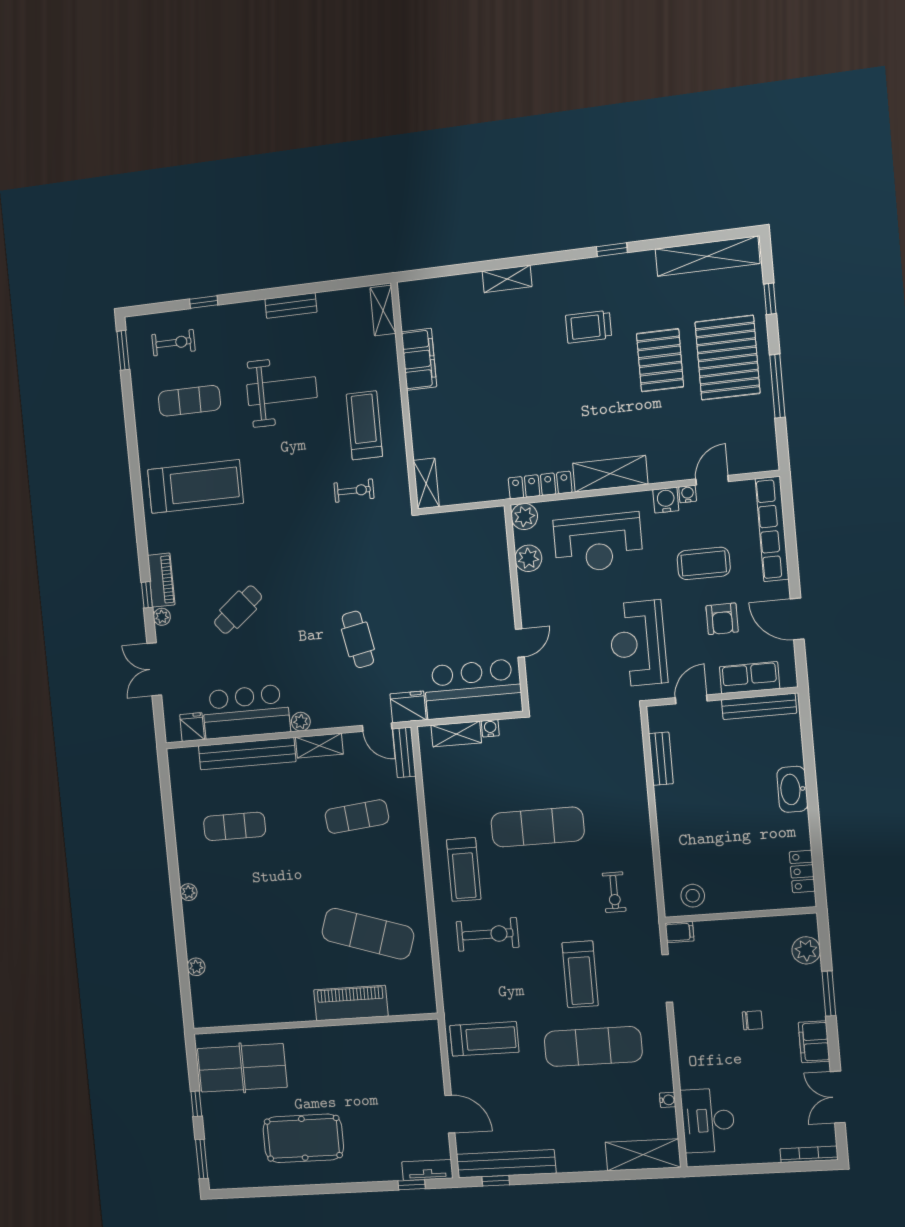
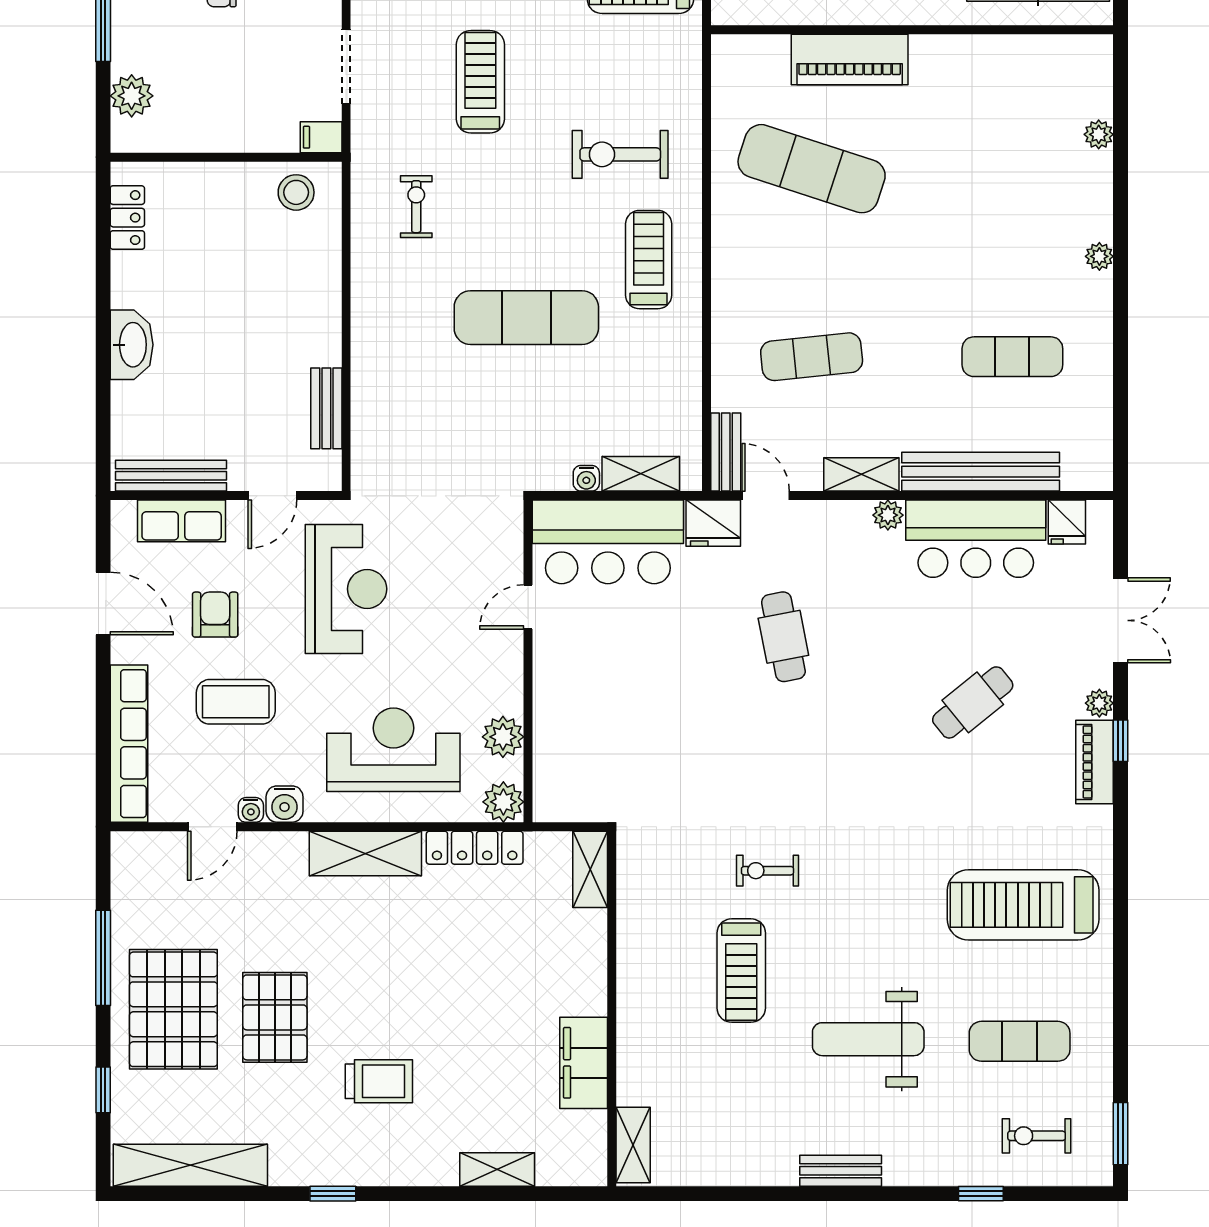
shelving: (383, 311) -> (633, 1145), moved
filing cabinet: (419, 359) -> (584, 1063), moved
wall: (404, 396) -> (612, 1009), moved
shelving: (426, 484) -> (590, 869), moved

